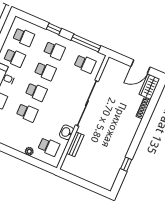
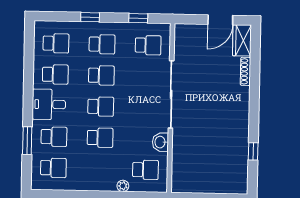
window: (86, 43) -> (138, 18), width x0.46
bench: (75, 144) -> (178, 153), removed

